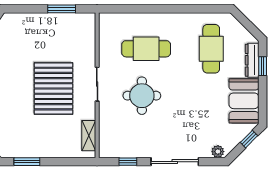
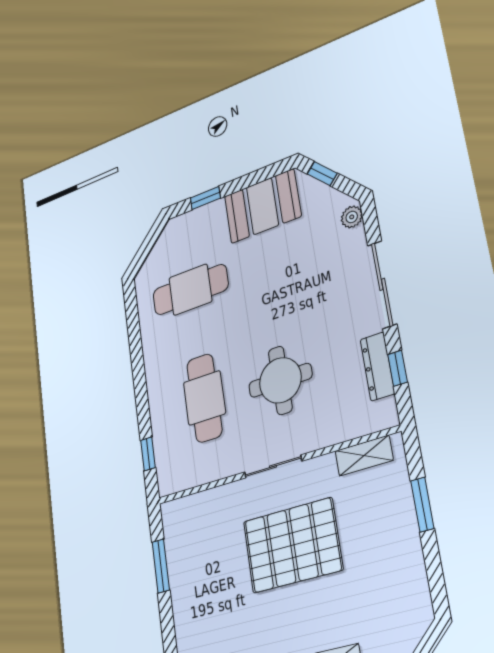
window: (125, 9) -> (148, 454), added
dresser: (252, 60) -> (377, 366), moved, turned 90
window: (27, 162) -> (422, 504), moved

